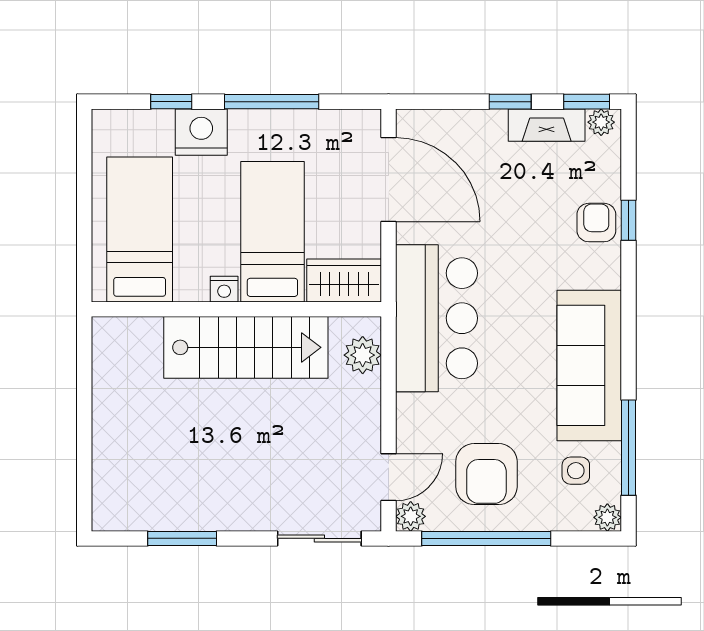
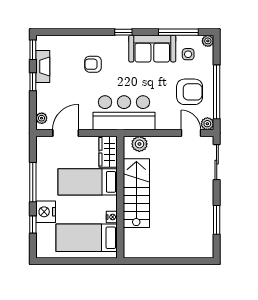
plant: (601, 122) -> (42, 118), moved
door: (389, 180) -> (66, 133), width x0.73
window: (628, 220) -> (123, 32), moved
armchair: (596, 223) -> (93, 64), moved
nightstand: (224, 289) -> (112, 217), moved
sofa: (589, 365) -> (152, 49), width x0.73

